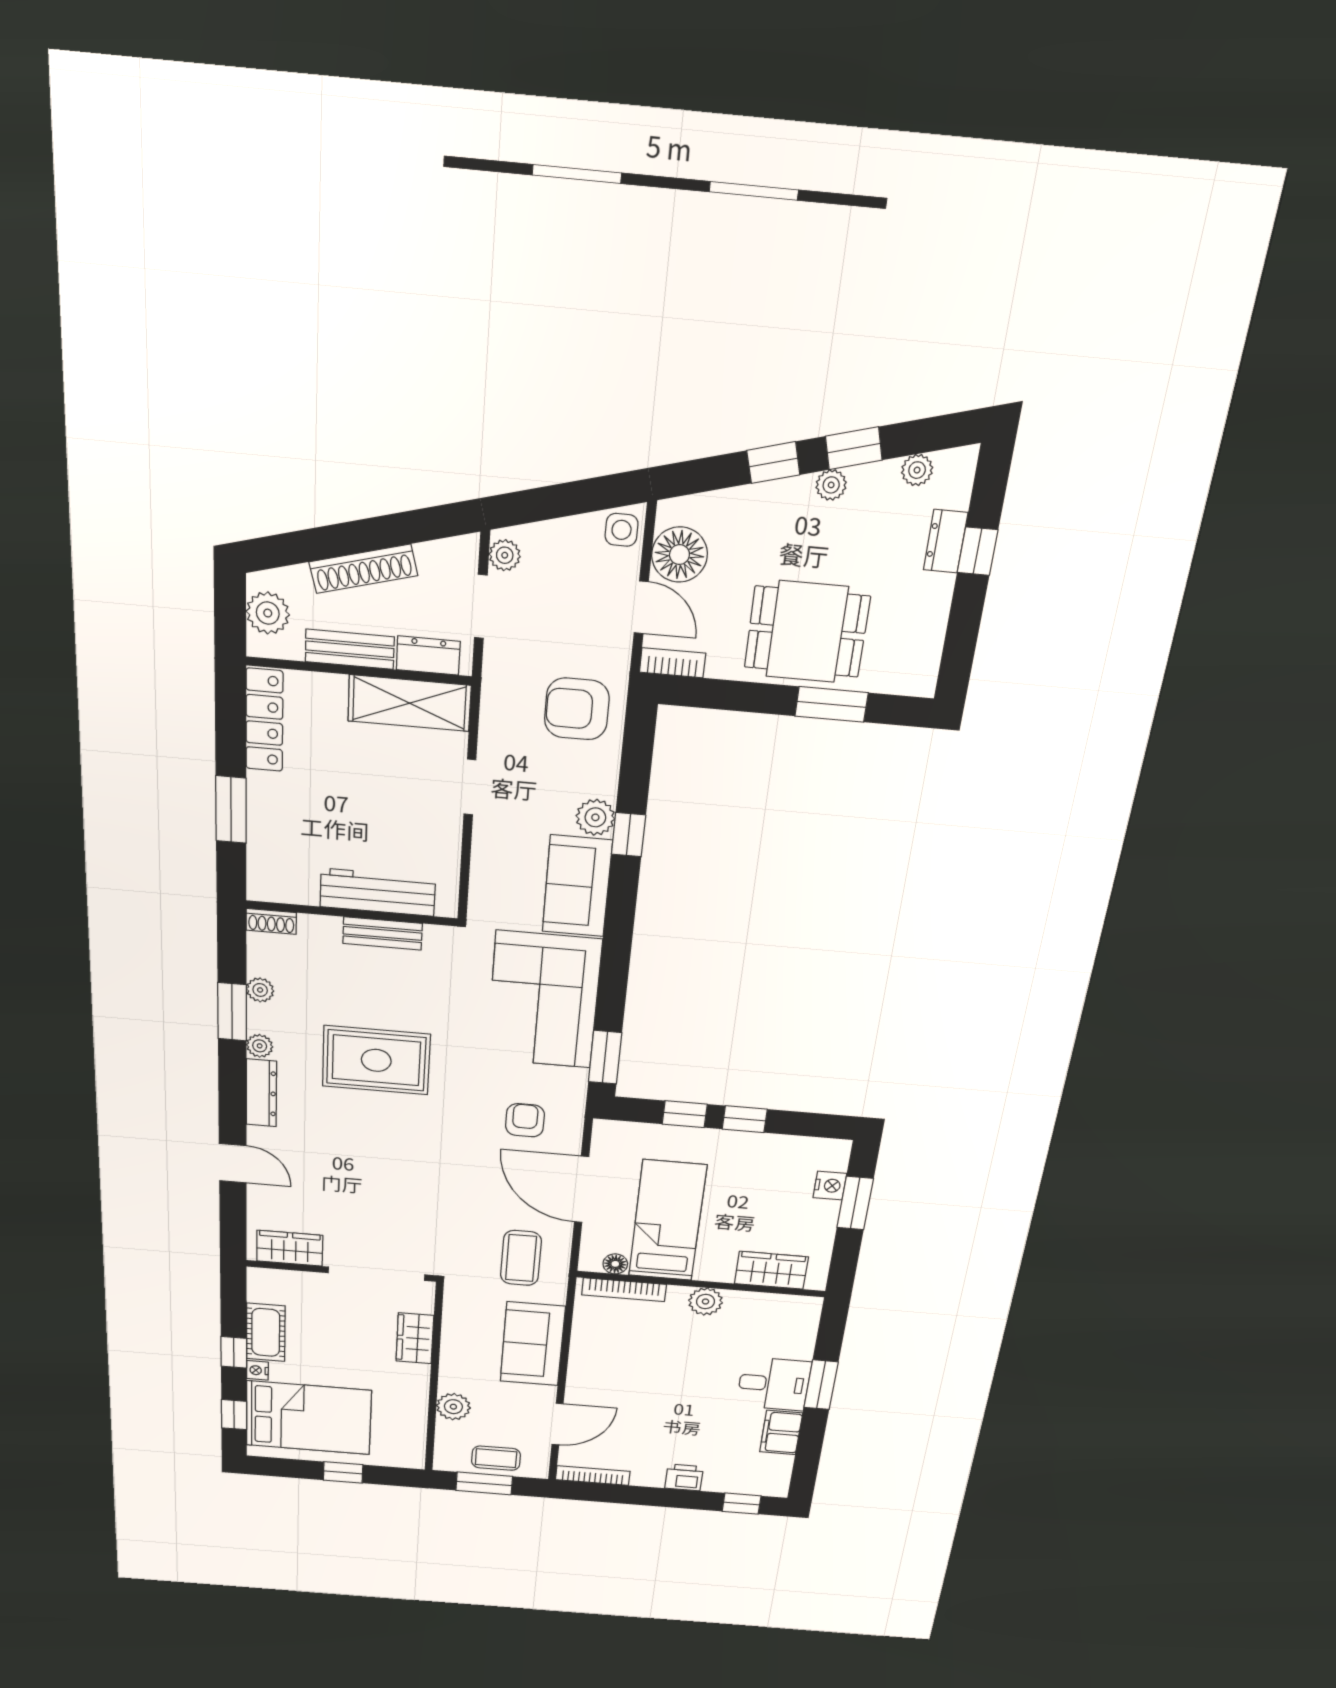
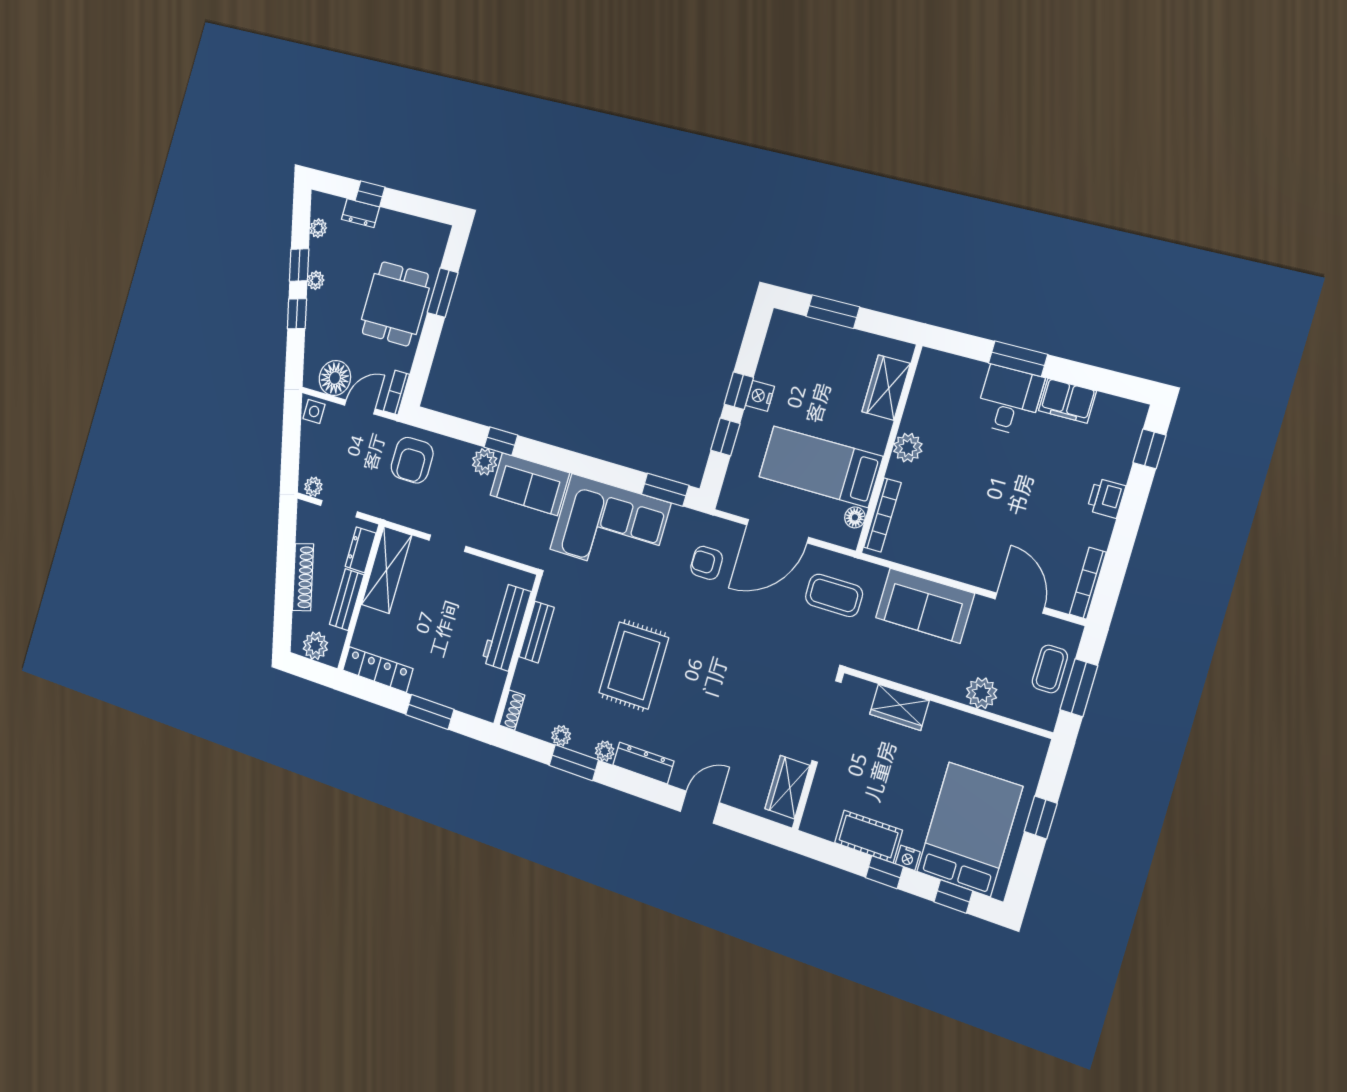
nightstand: (830, 1186) -> (760, 396), moved, turned -90

